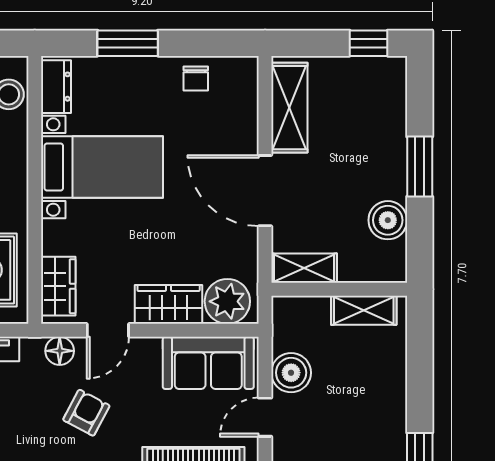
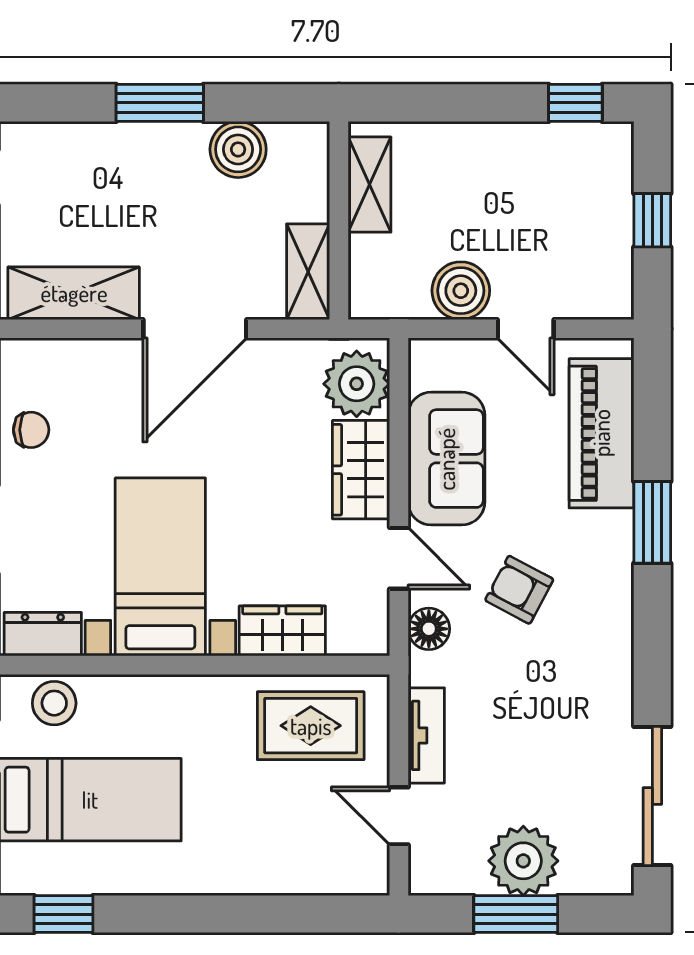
wardrobe: (58, 286) -> (282, 631), moved
sofa: (208, 363) -> (446, 459), moved

